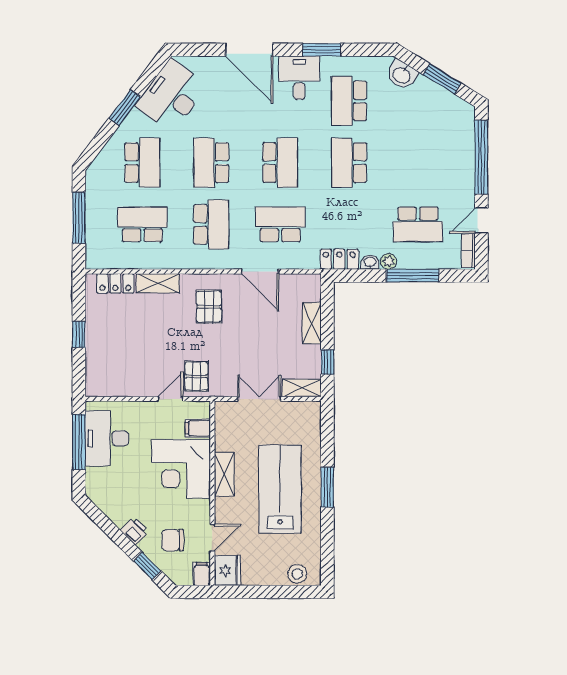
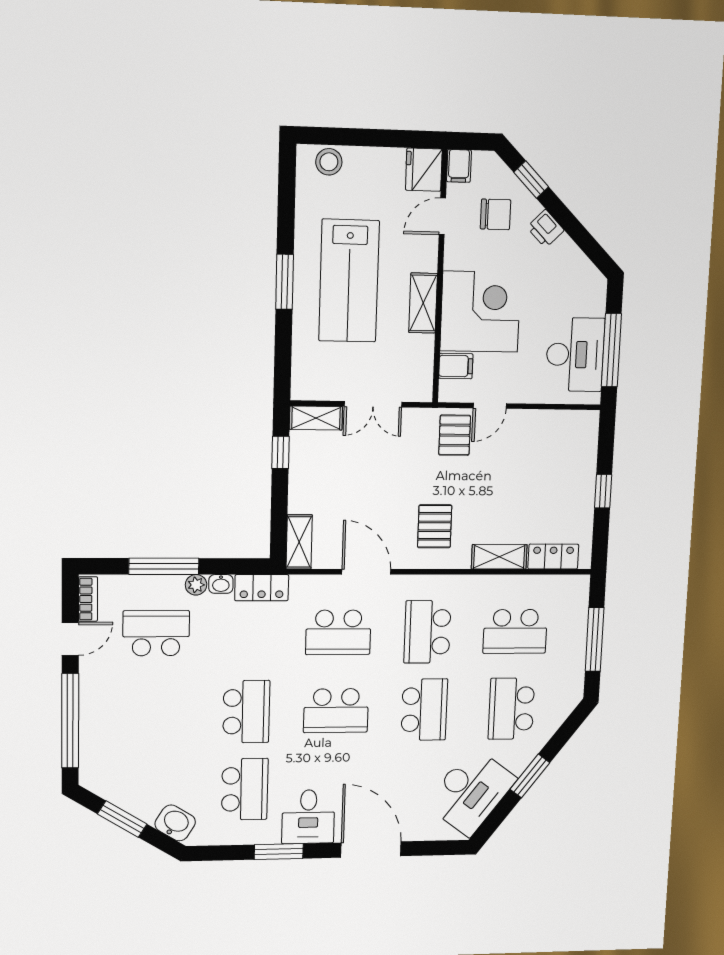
school desk: (280, 163) -> (336, 711), turned -90
shelving: (312, 323) -> (299, 542), moved

